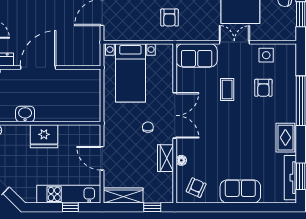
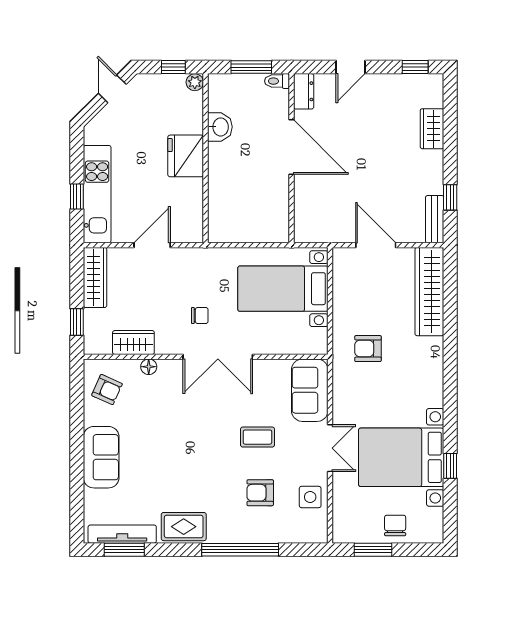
wardrobe: (166, 158) -> (133, 342), moved

